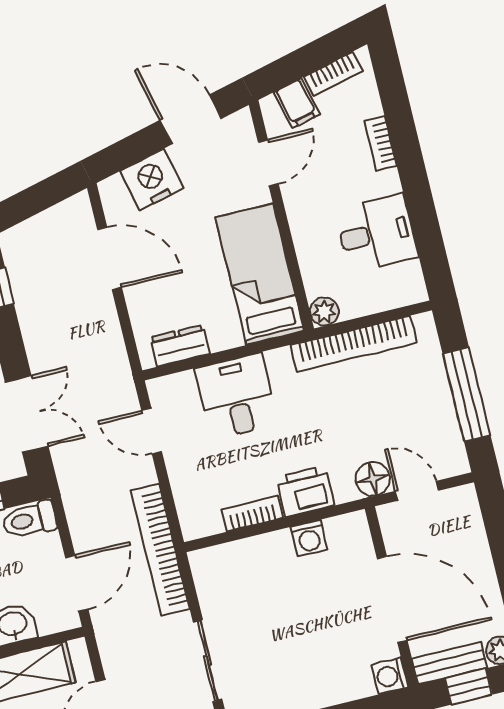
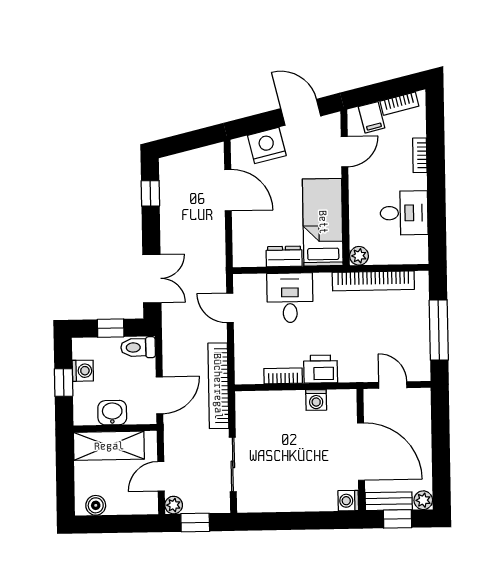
dresser: (180, 346) -> (284, 256), moved
floor lamp: (373, 479) -> (366, 371), removed

